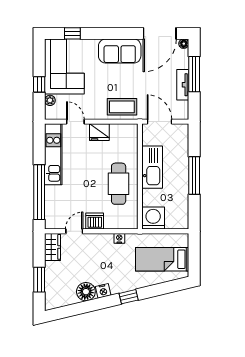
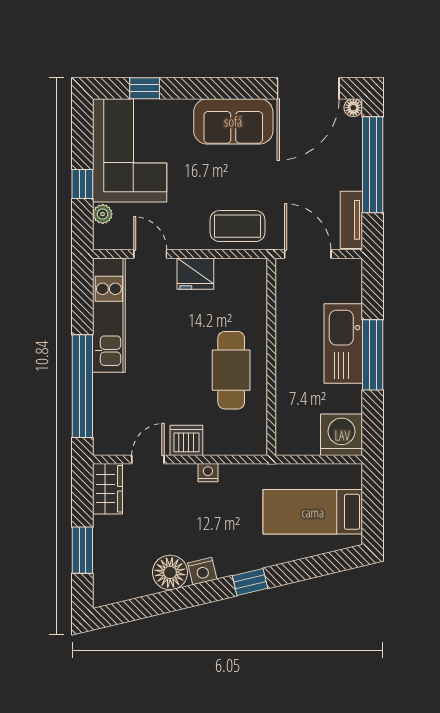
window: (194, 74) -> (373, 165), width x1.46
tv unit: (183, 85) -> (351, 220), moved
kitchen sink: (152, 167) -> (343, 344), moved, turned 180
washing machine: (153, 218) -> (342, 435), moved
nightstand: (119, 238) -> (208, 473), moved

